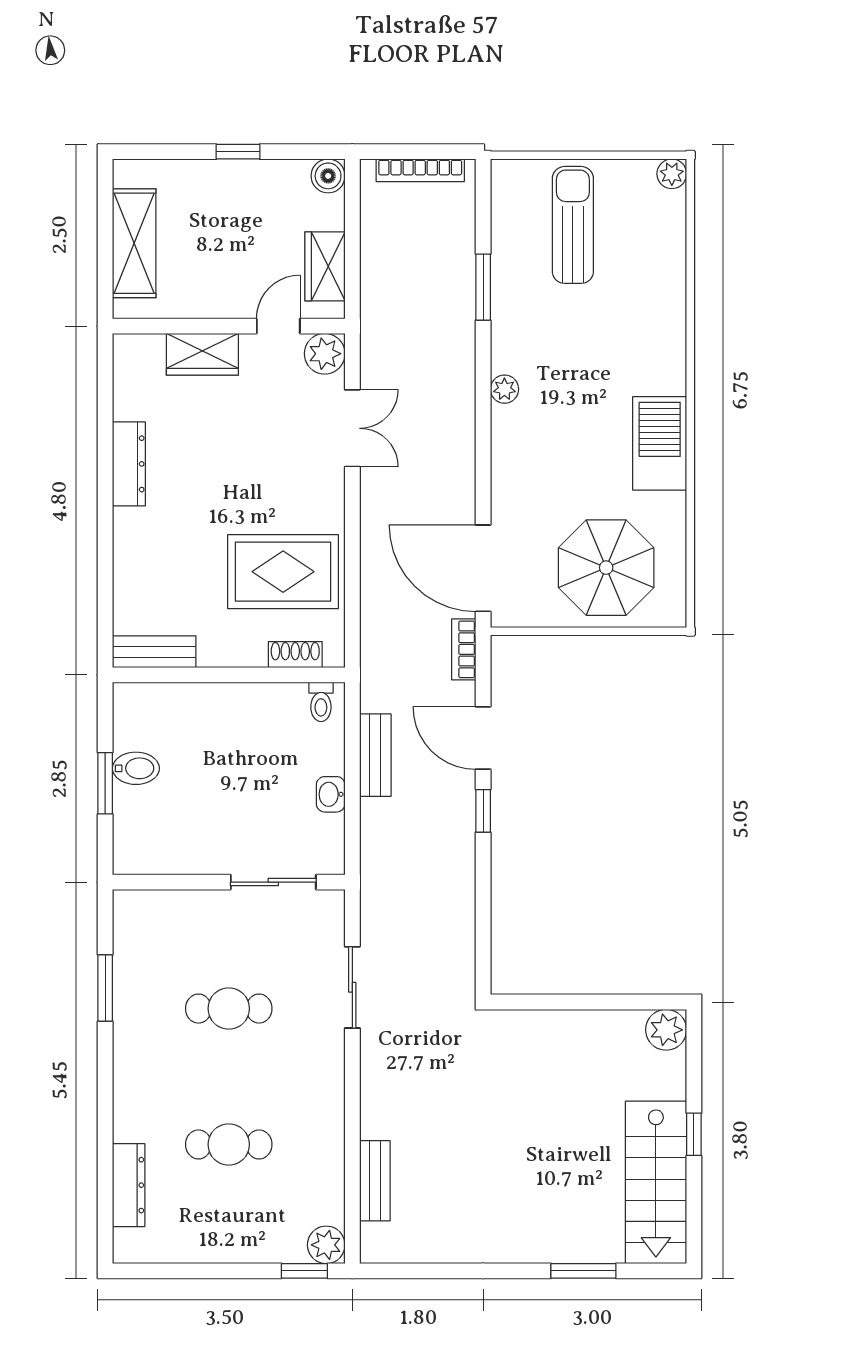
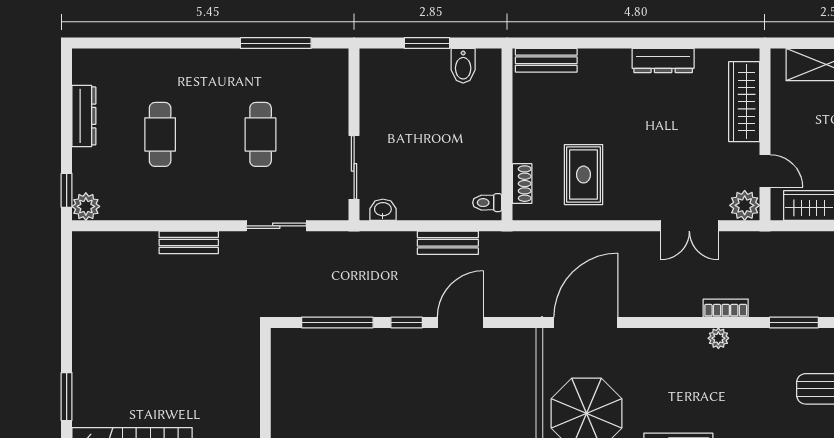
wardrobe: (202, 354) -> (744, 102), width x1.50
rug: (283, 572) -> (584, 175), width x0.73, depth x0.70
bookcase: (464, 649) -> (726, 308), moved
bench: (154, 652) -> (546, 60), moved, turned 90
bidet: (136, 768) -> (463, 66), moved
washbasin: (331, 794) -> (383, 210), moved
window: (483, 905) -> (337, 322), added
window: (105, 988) -> (276, 43), width x1.44
bench: (375, 1181) -> (189, 242), moved
dresser: (129, 1185) -> (84, 116), moved, turned -90

